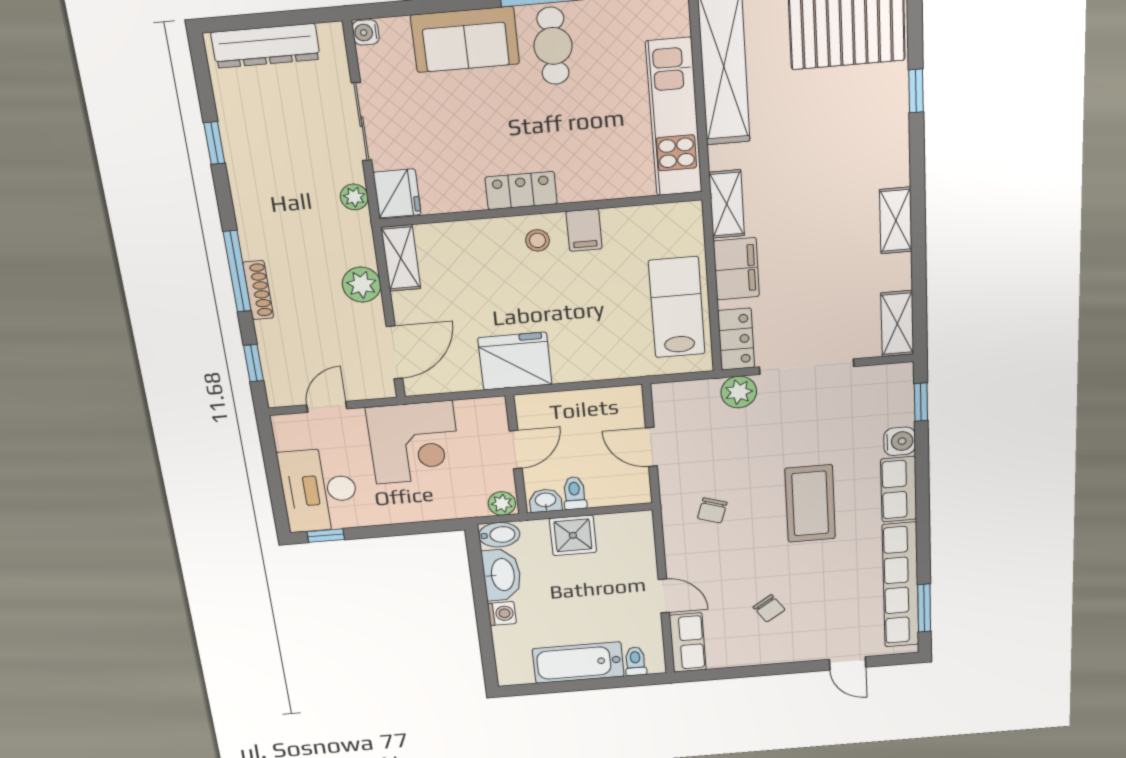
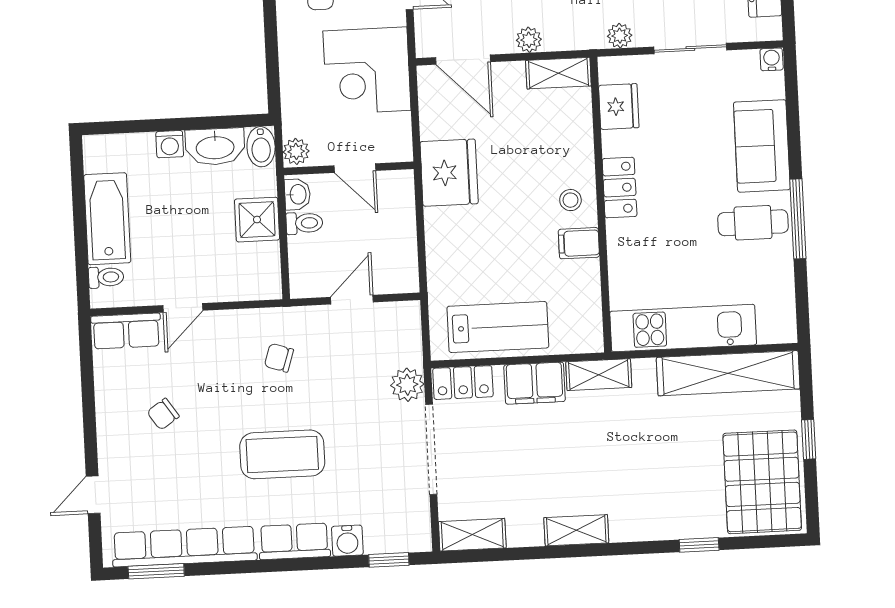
fridge: (397, 193) -> (619, 106), moved, turned -90
plant: (362, 285) -> (529, 40), width x0.73, depth x0.73

